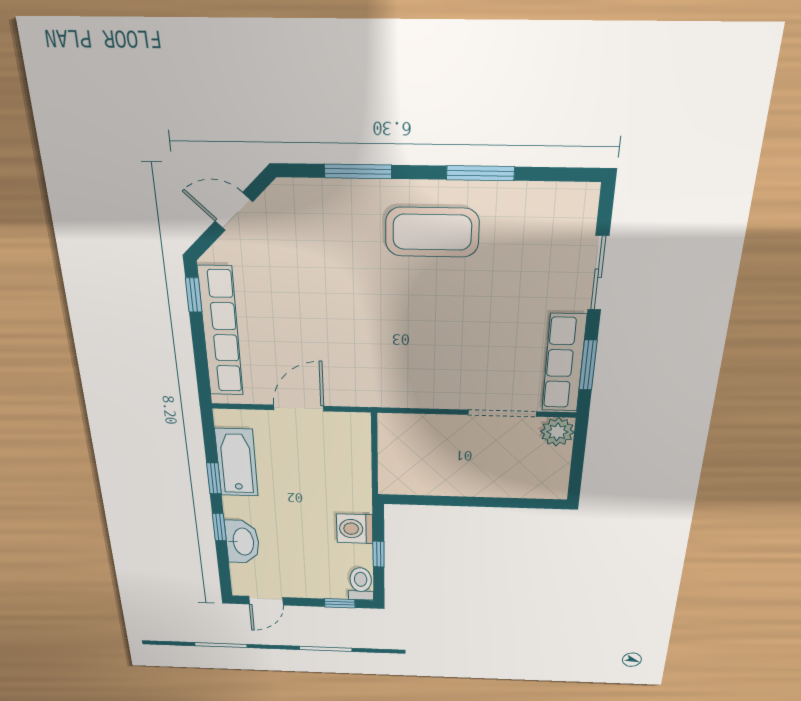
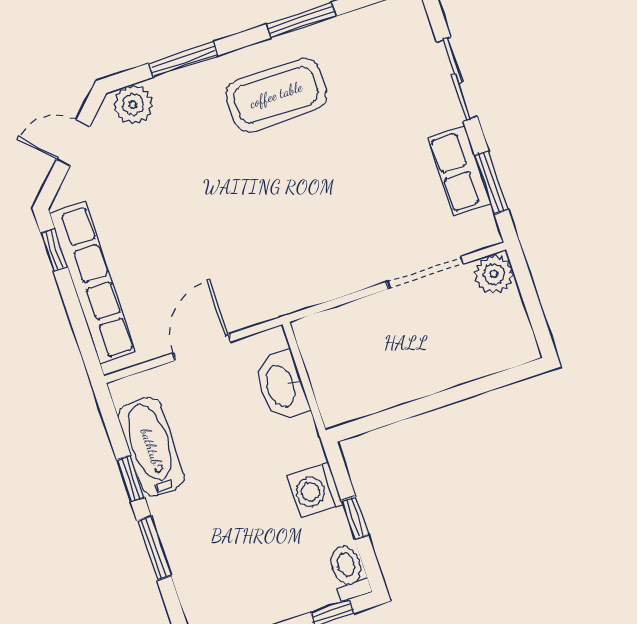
plant: (299, 196) -> (133, 105), added
row of seats: (564, 363) -> (459, 171), width x0.68
window: (219, 527) -> (154, 548), width x1.50
washbasin: (242, 542) -> (282, 386), moved, turned 180

